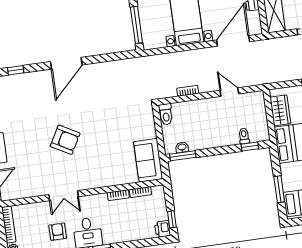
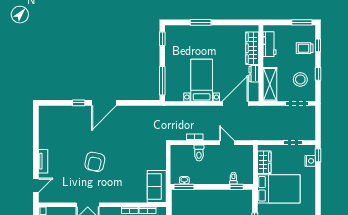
window: (16, 70) -> (79, 103), moved
toilet: (166, 114) -> (199, 153), moved
armchair: (65, 140) -> (95, 162), turned 73

